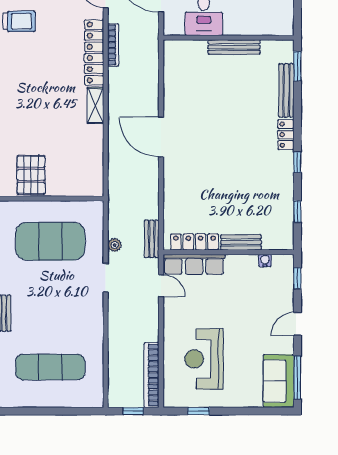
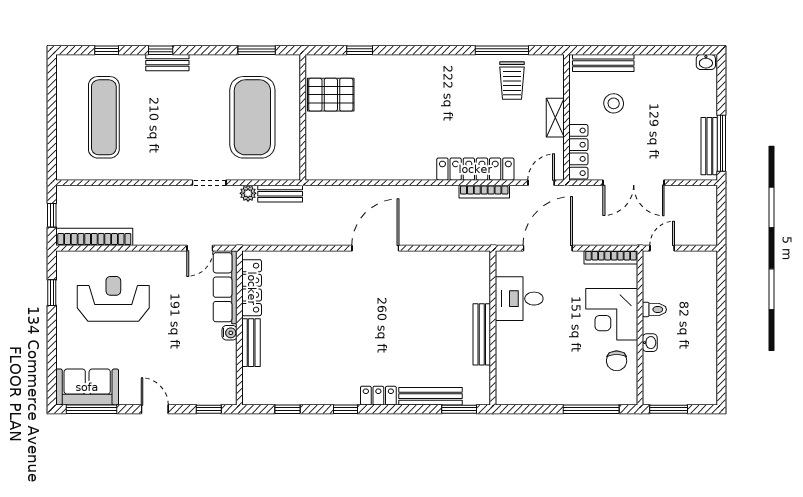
shelving: (95, 105) -> (413, 171), removed
bench: (152, 239) -> (280, 194), moved
water cooler: (265, 261) -> (230, 333), moved

